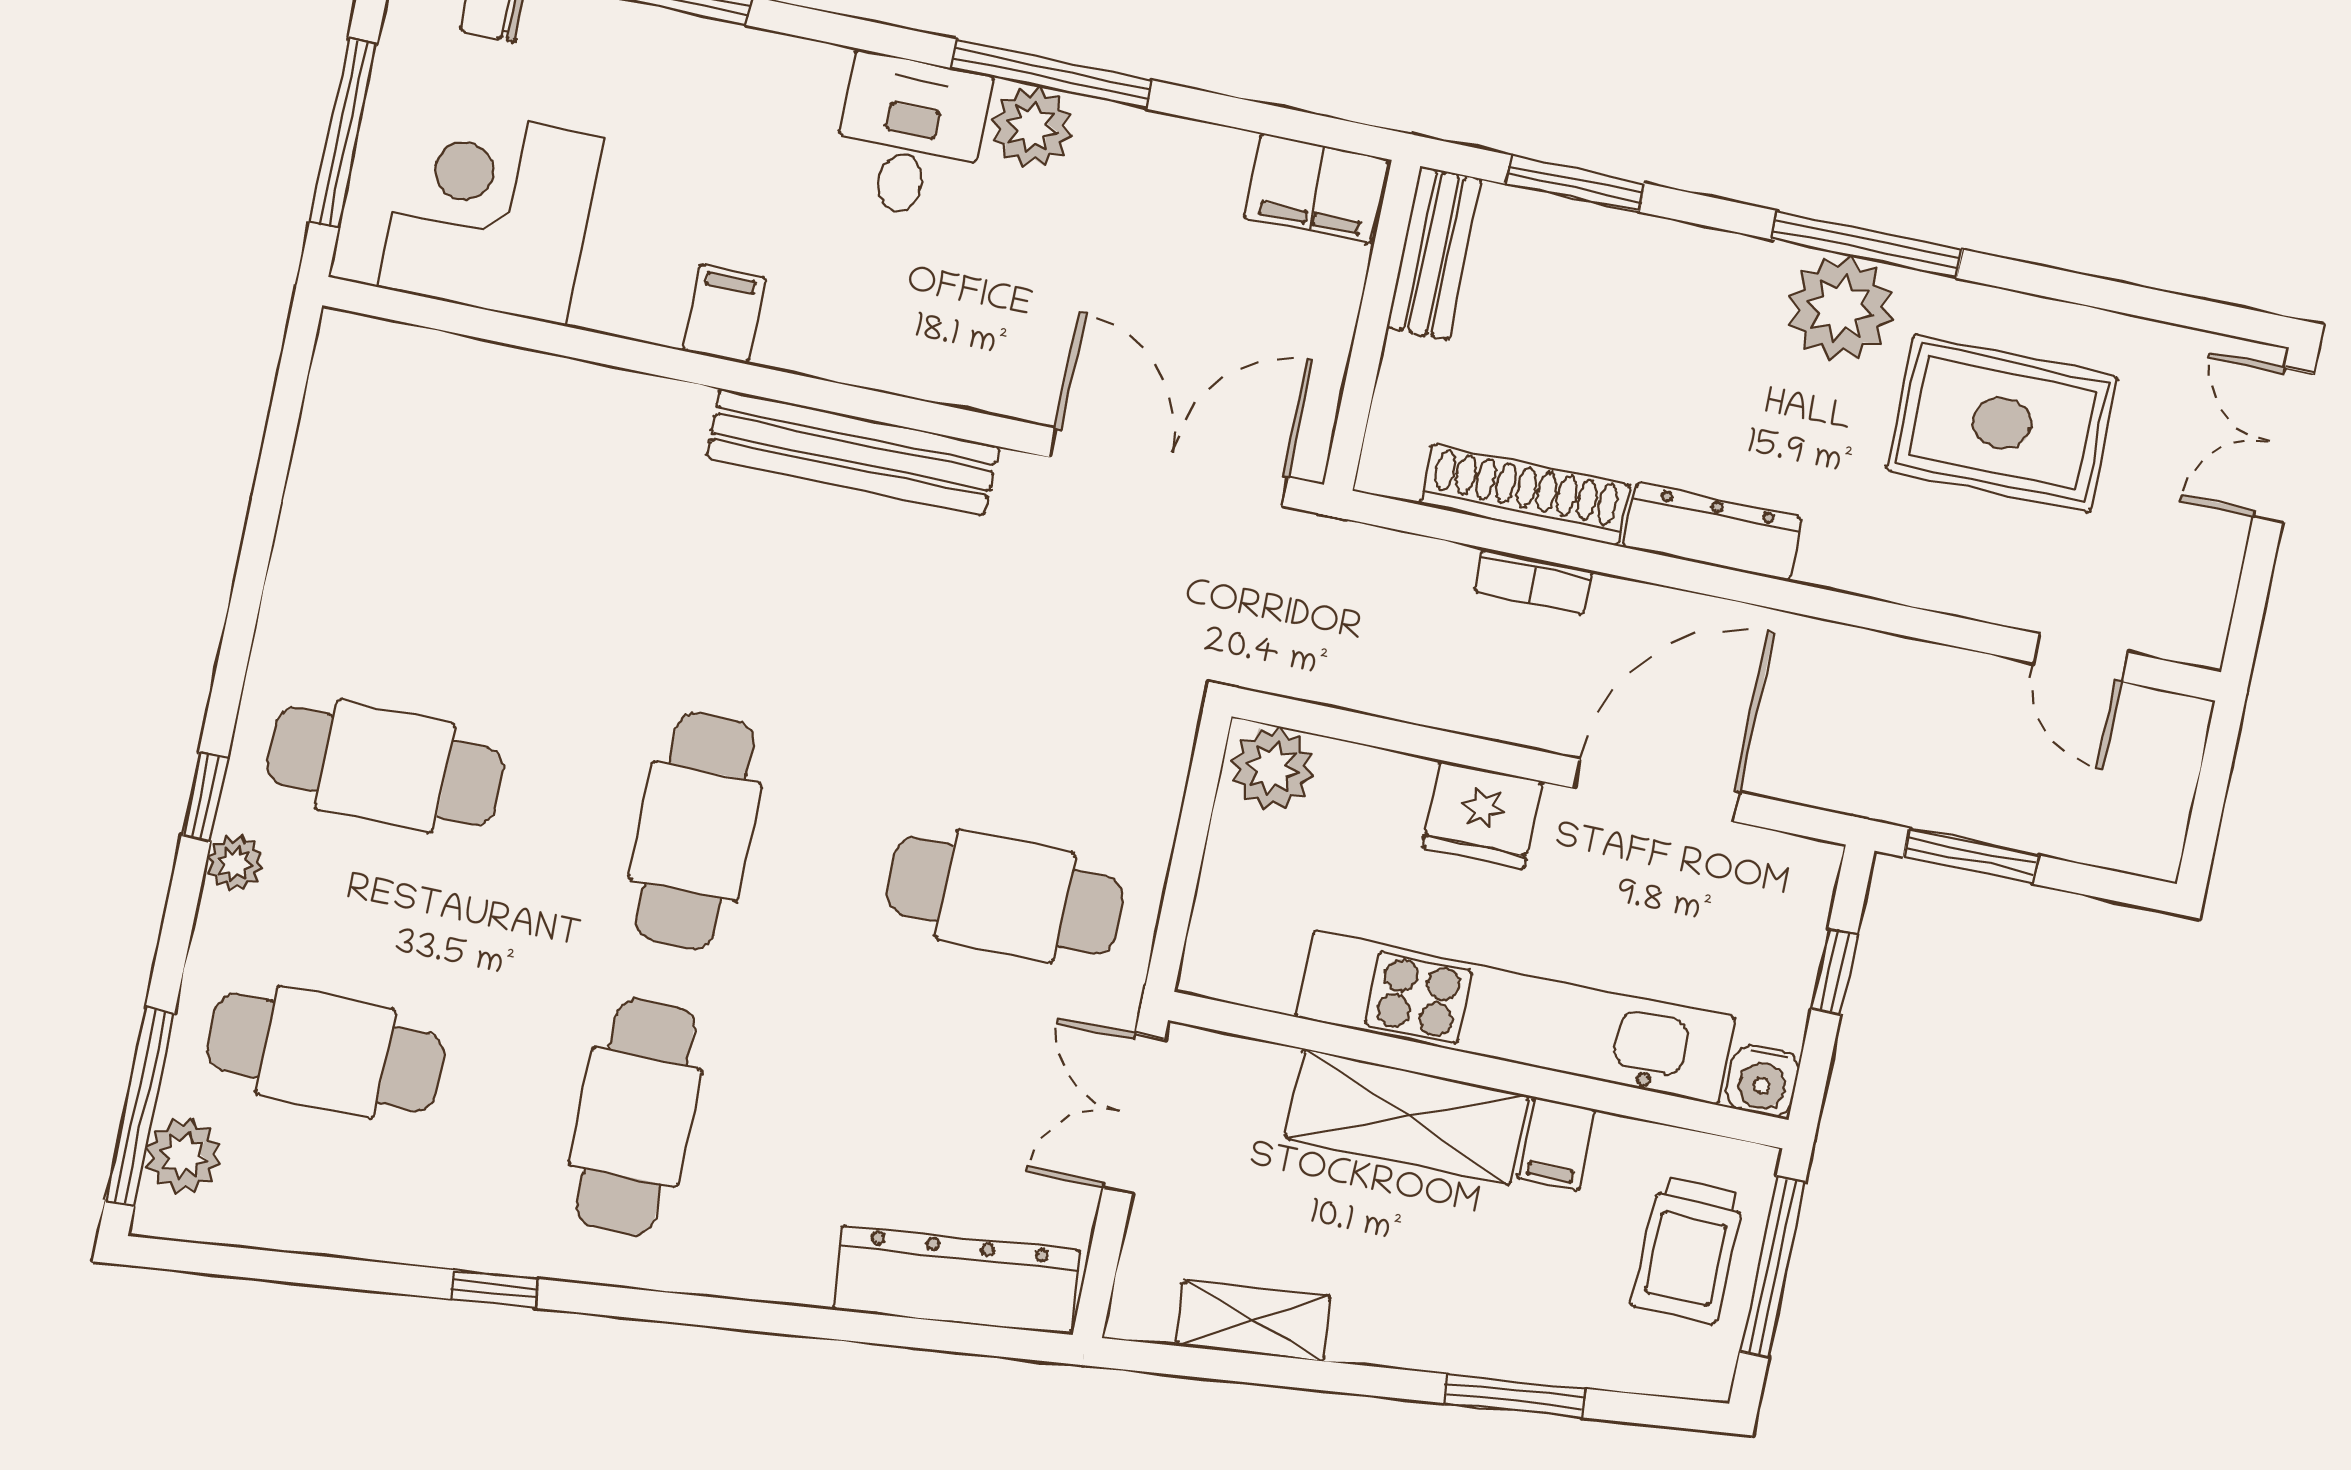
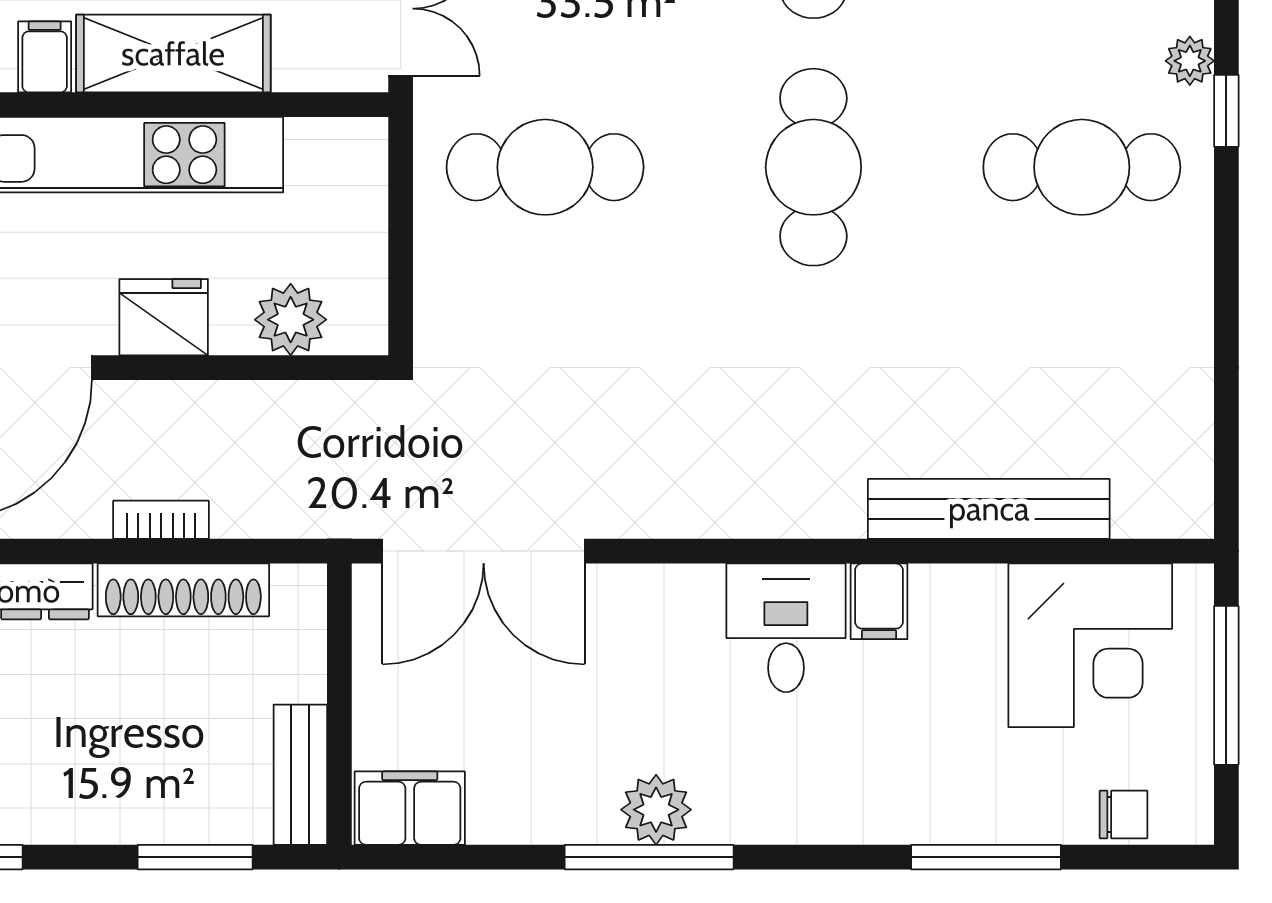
desk: (910, 137) -> (786, 628), moved, turned 180
bench: (853, 452) -> (989, 509), moved
plant: (1272, 768) -> (291, 320), moved

